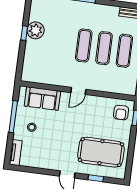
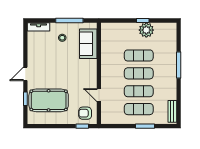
exercise mat: (63, 43) -> (139, 55), added
door: (78, 91) -> (99, 95), moved
pool table: (101, 152) -> (49, 100), turned 90

